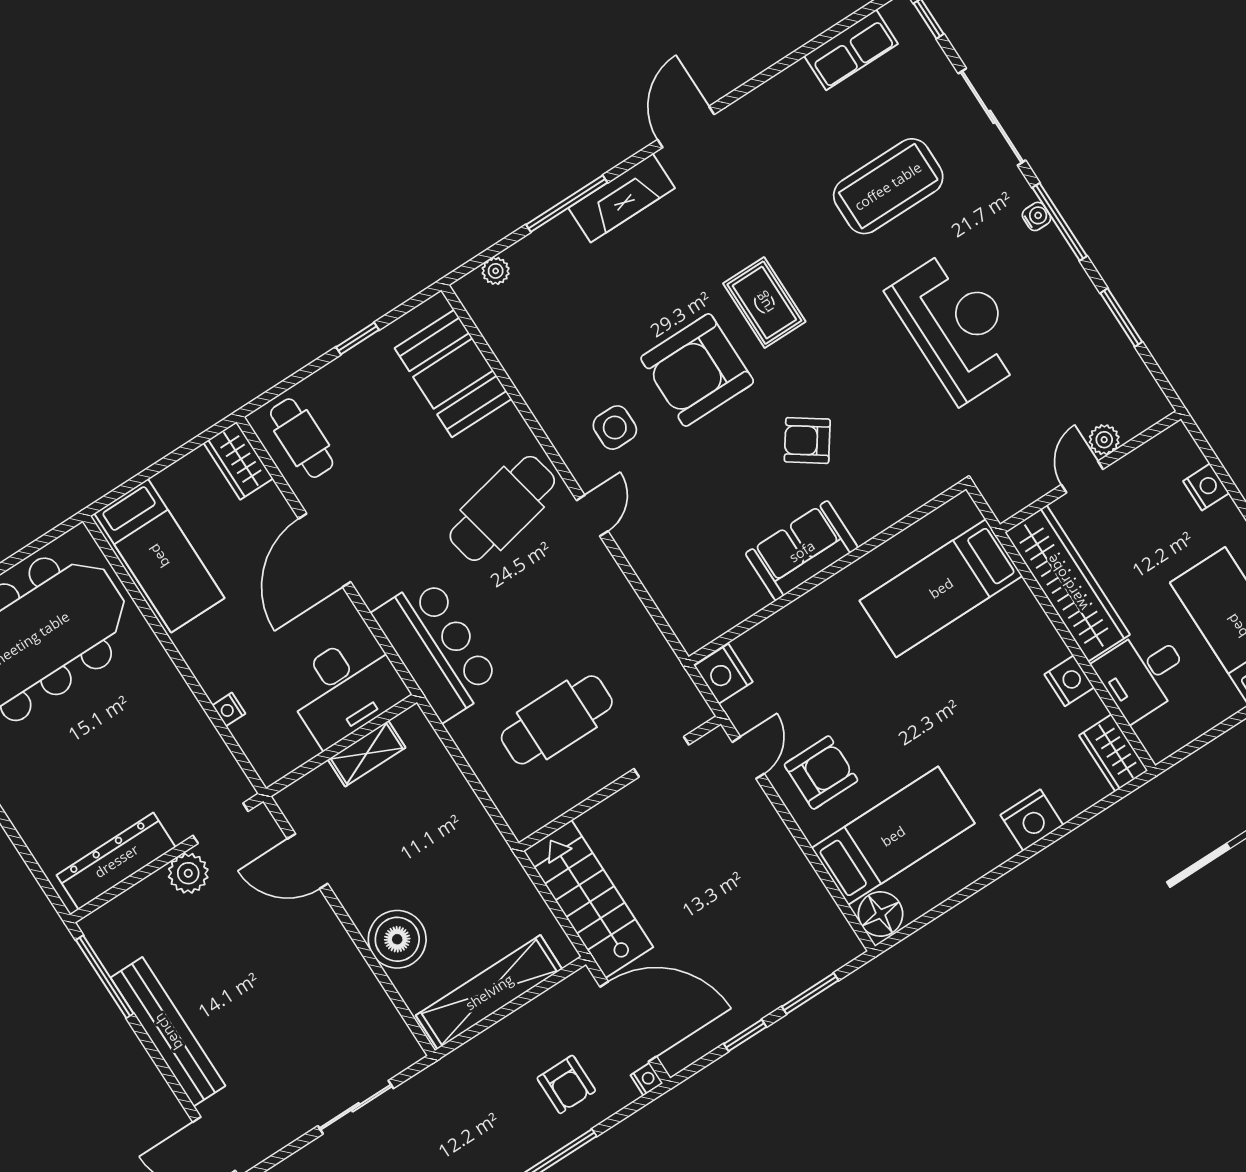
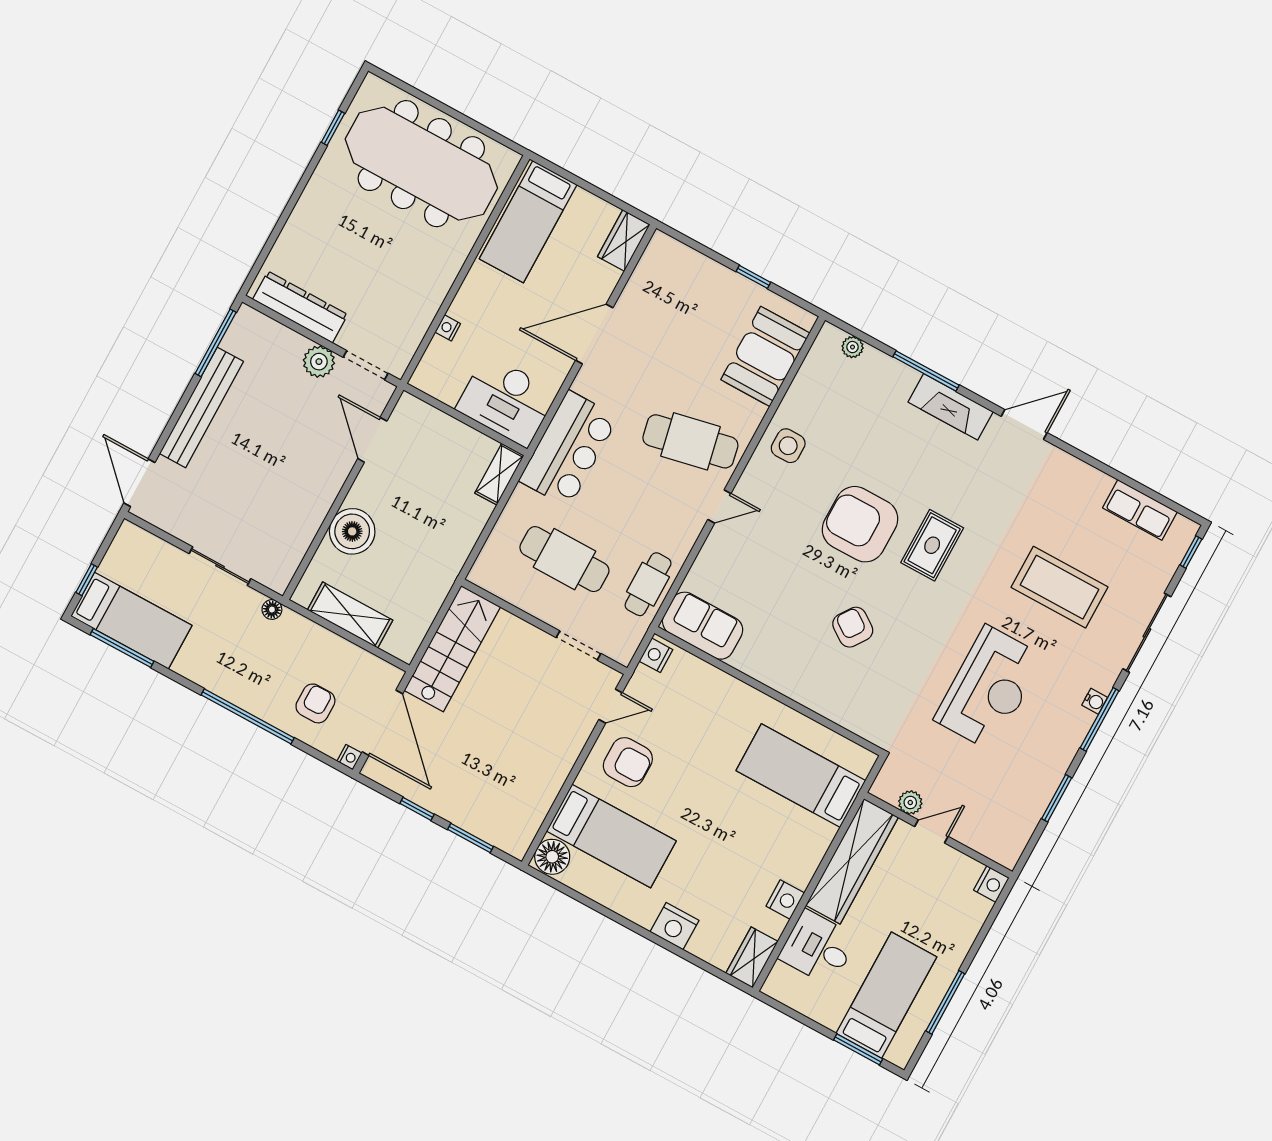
side table: (615, 428) -> (788, 446), moved
cafe table: (302, 438) -> (648, 584), moved
plant: (1104, 440) -> (910, 802), moved
nightstand: (1206, 487) -> (991, 884), moved
sofa: (802, 551) -> (703, 626), moved
nightstand: (723, 674) -> (656, 655), width x0.74, depth x0.75
shelving: (367, 754) -> (499, 474), moved, turned 90
shelving: (489, 992) -> (350, 615), width x0.68
floor lamp: (435, 1076) -> (272, 610), added
armchair: (566, 1084) -> (315, 703), turned 180

